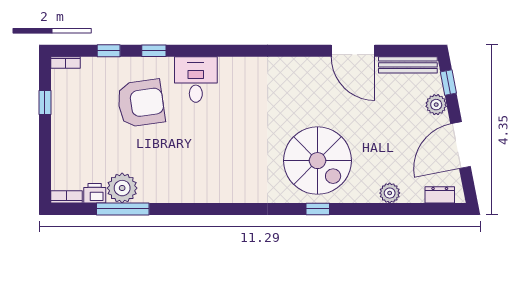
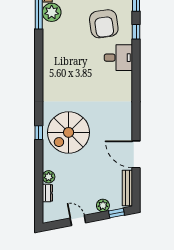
door: (353, 51) -> (136, 154), hinge flipped
door: (461, 145) -> (78, 220), width x0.53
dresser: (440, 195) -> (47, 193), moved

